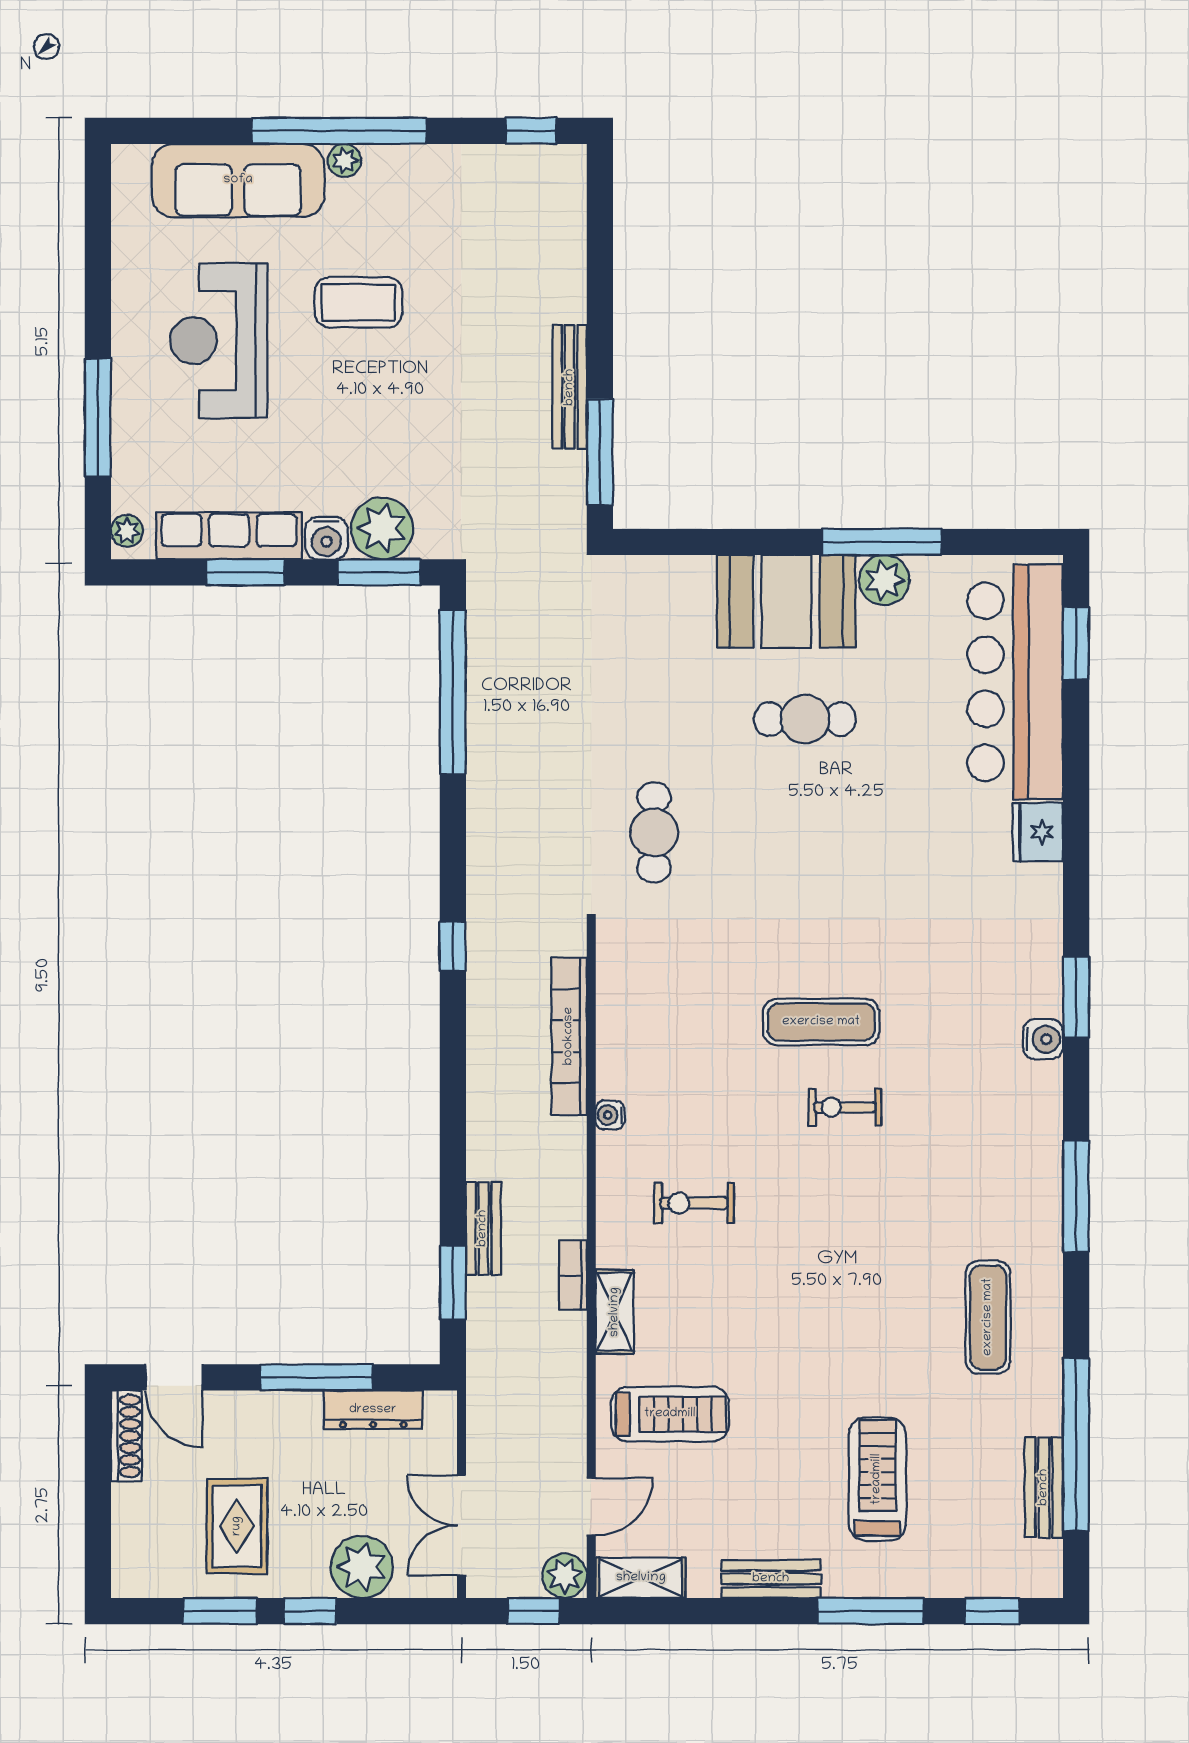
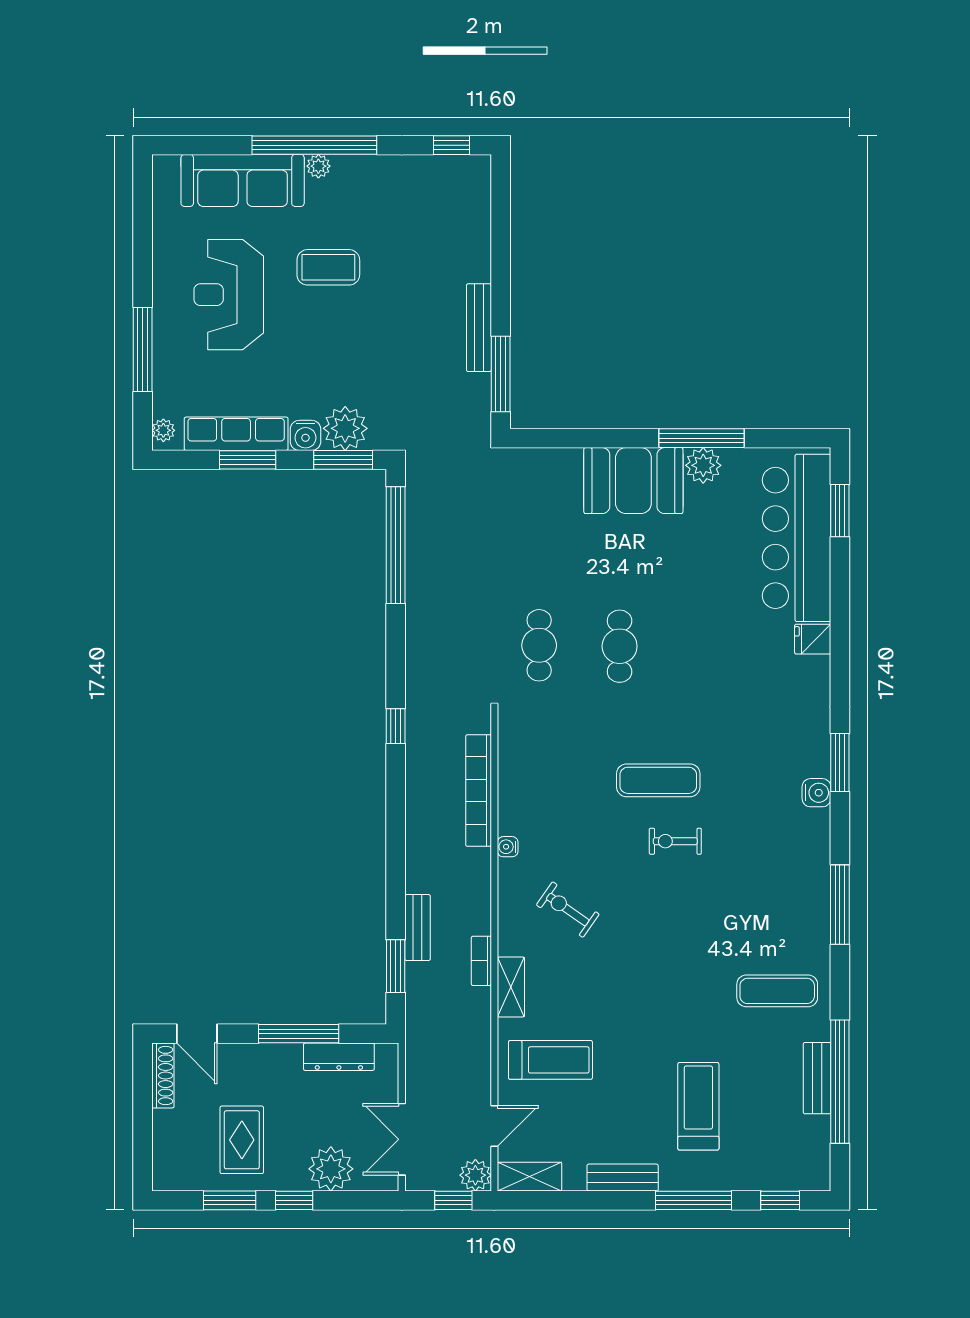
cafe table: (805, 719) -> (620, 646), moved, turned 90
fridge: (1038, 832) -> (813, 639), width x0.72
exercise bike: (694, 1203) -> (568, 910), turned 35
exercise mat: (988, 1317) -> (777, 991), turned 90
bench: (1044, 1487) -> (817, 1078), moved

